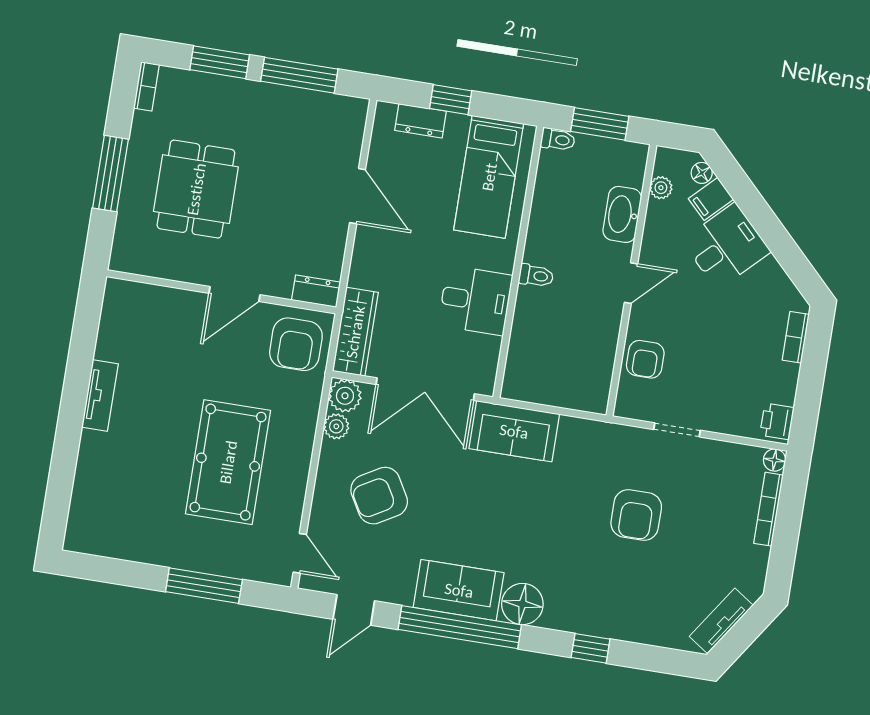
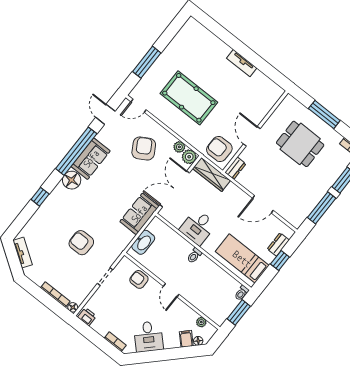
washbasin: (622, 214) -> (143, 242), moved, turned 90
desk: (726, 246) -> (148, 336), moved

